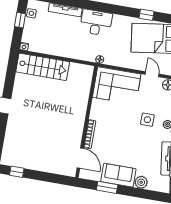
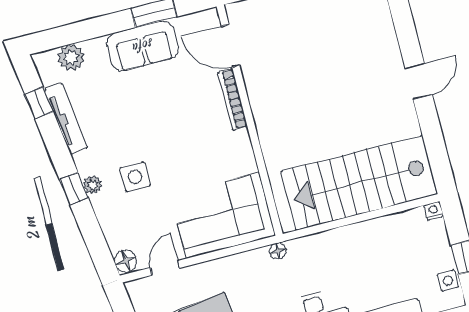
stairs: (43, 67) -> (359, 183), width x1.36, depth x1.51
door: (152, 74) -> (165, 268), swing flipped
plant: (141, 182) -> (71, 58), moved

